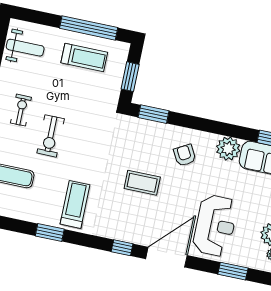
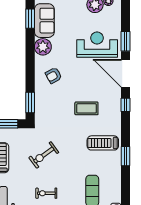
exercise bike: (51, 136) -> (44, 155), moved, turned 144
coffee table: (142, 183) -> (86, 108), moved, turned 90
window: (233, 271) -> (125, 41), moved

